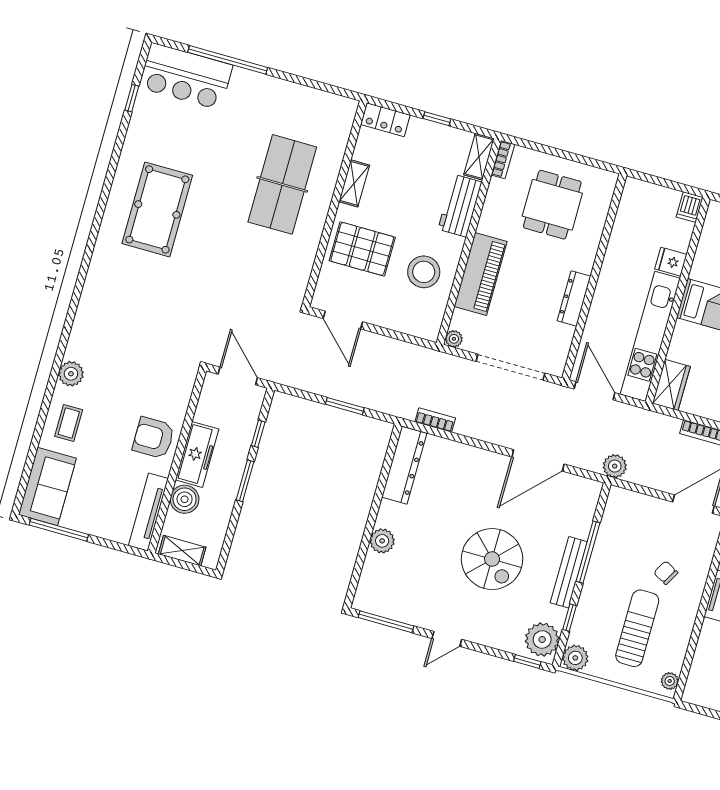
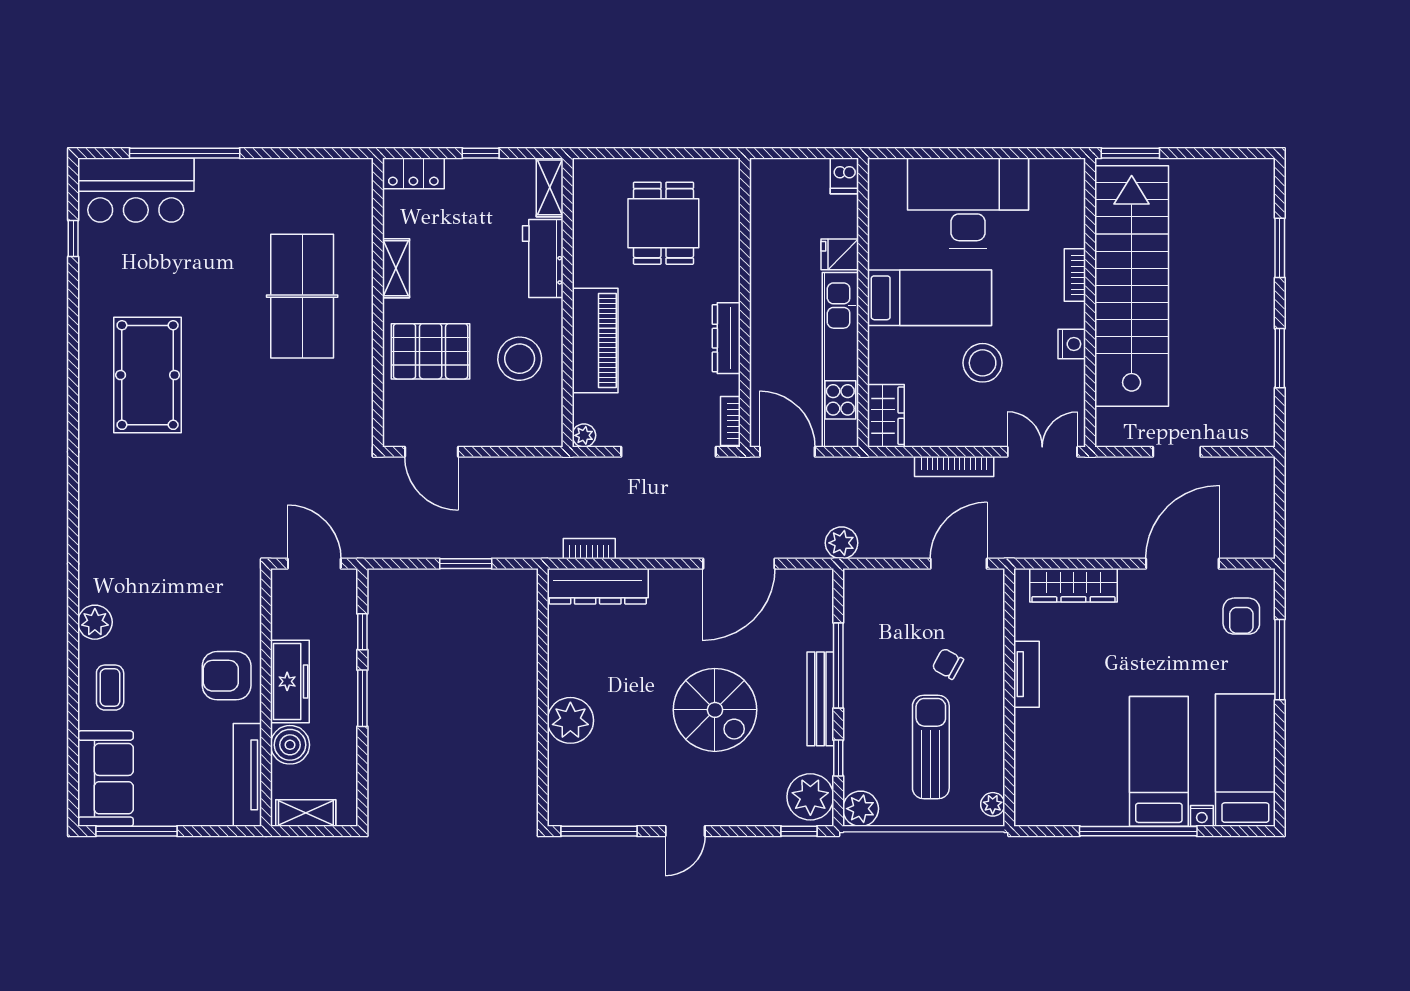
bookcase: (503, 160) -> (730, 421), moved, turned 180
dresser: (404, 465) -> (598, 586), moved, turned 90
plant: (382, 541) -> (570, 720), width x1.36, depth x1.36

